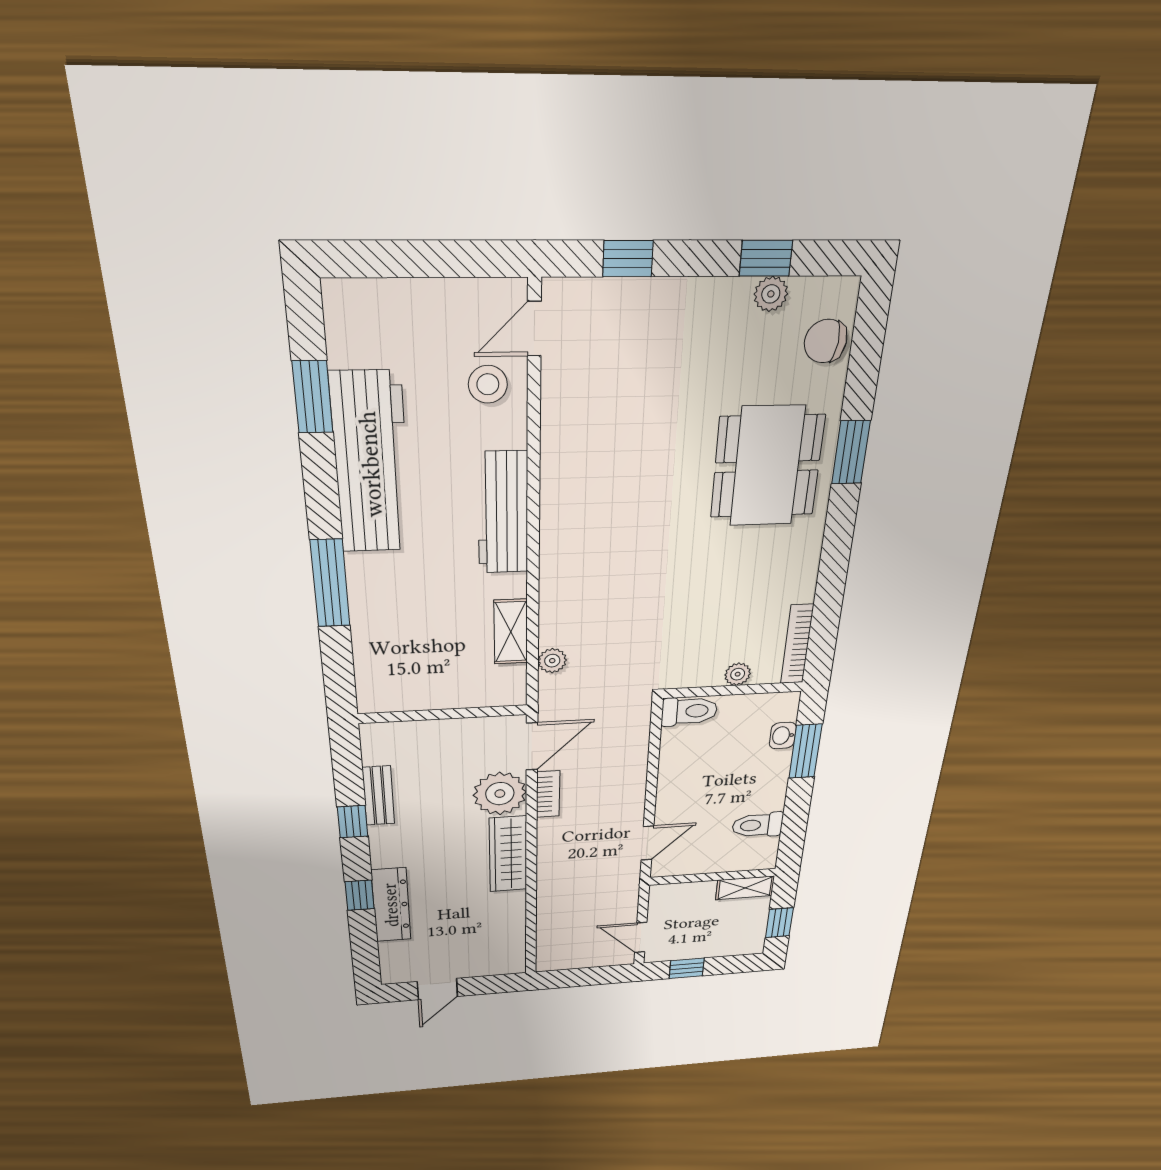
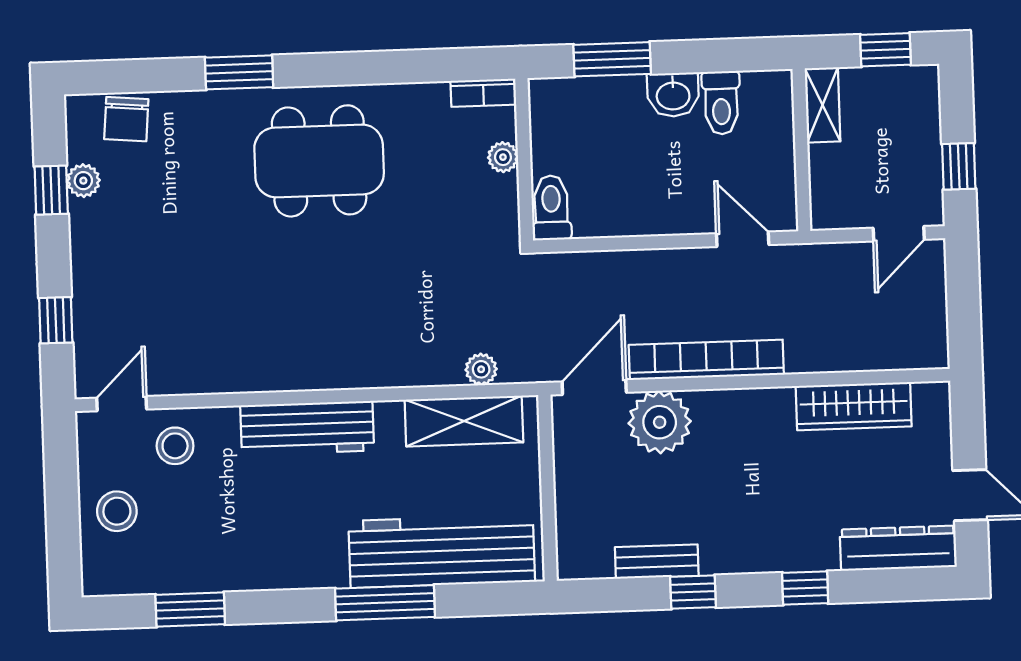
stool: (418, 321) -> (117, 511), added
door: (534, 329) -> (122, 404), swing flipped
workbench: (371, 464) -> (442, 551), moved
dining table: (767, 466) -> (319, 161), moved
shelving: (511, 632) -> (464, 421), width x1.50, depth x1.33
bookcase: (797, 644) -> (483, 93), width x0.64
washbasin: (783, 736) -> (673, 95), moved, width x1.38, depth x1.45
door: (532, 746) -> (594, 387), hinge flipped
bookcase: (548, 794) -> (706, 360), width x2.31, depth x1.31
wardrobe: (508, 854) -> (854, 406), moved
dresser: (391, 905) -> (898, 548), moved

